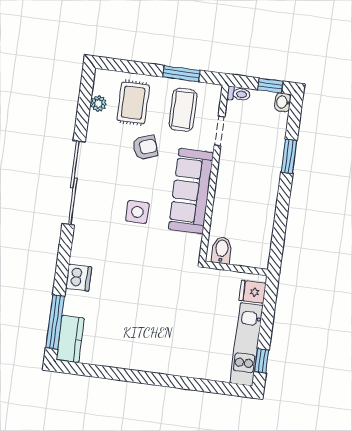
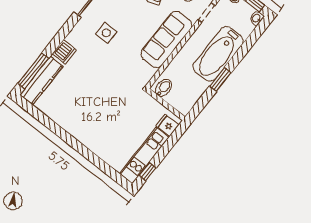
window: (289, 156) -> (220, 79), moved
bathtub: (263, 172) -> (218, 54), added
side table: (137, 212) -> (106, 33), moved
kitchen counter: (70, 339) -> (41, 81), width x1.50

